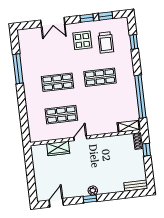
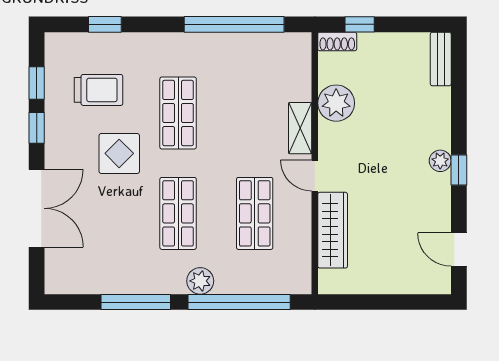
double door: (53, 22) -> (37, 208), width x1.37
display table: (82, 40) -> (119, 153), moved
plant: (30, 95) -> (200, 281), added
window: (23, 112) -> (239, 302), added
shelving: (129, 126) -> (300, 128), moved
plant: (112, 144) -> (336, 103), added
wardrobe: (58, 148) -> (333, 230), width x1.50

